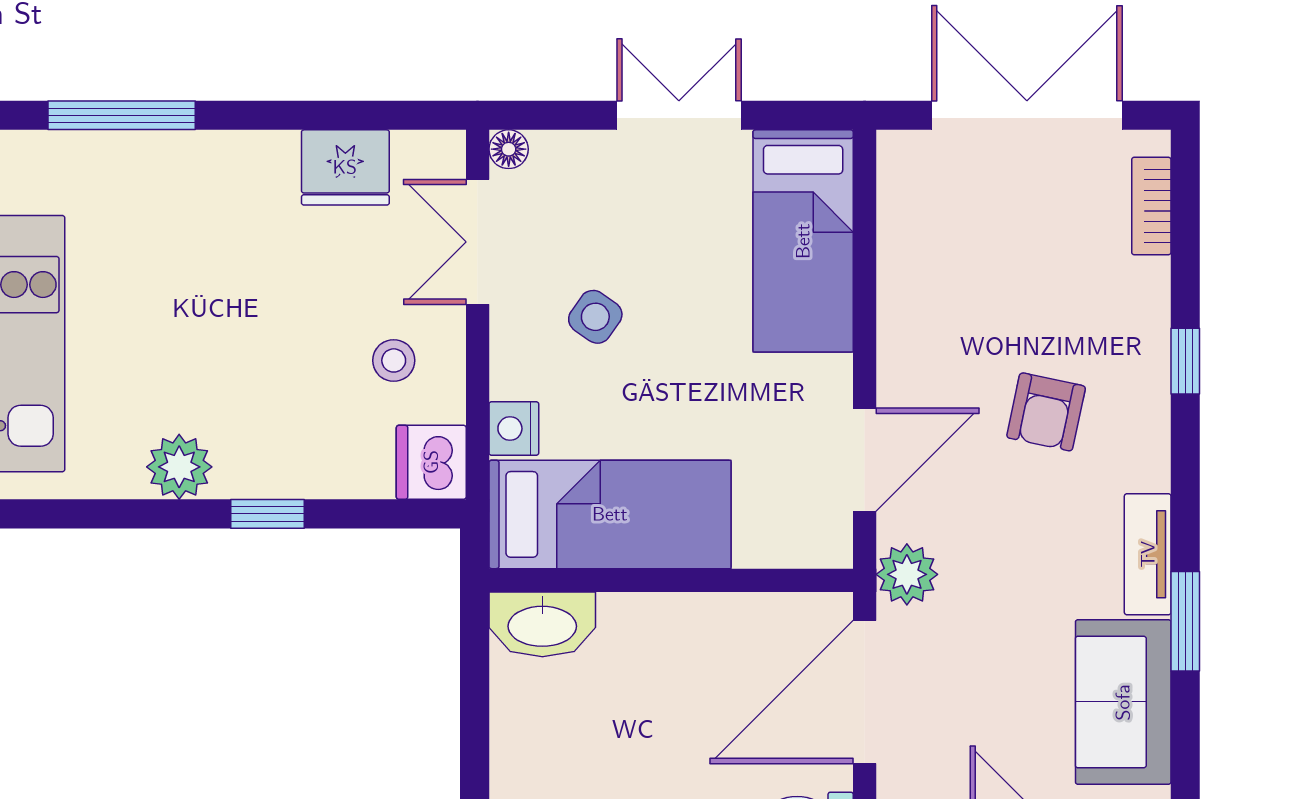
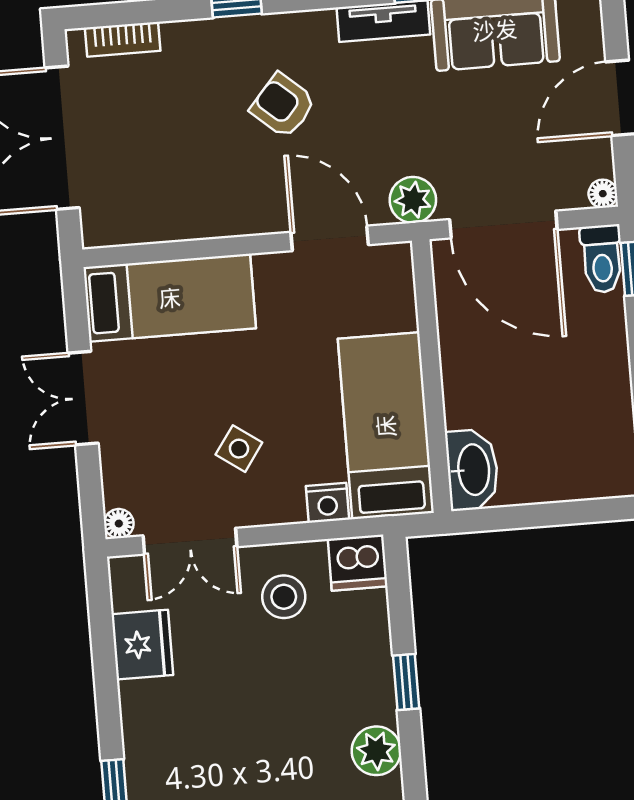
stool: (394, 360) -> (284, 597), width x1.37, depth x1.37
armchair: (1046, 412) -> (283, 106), turned -151

